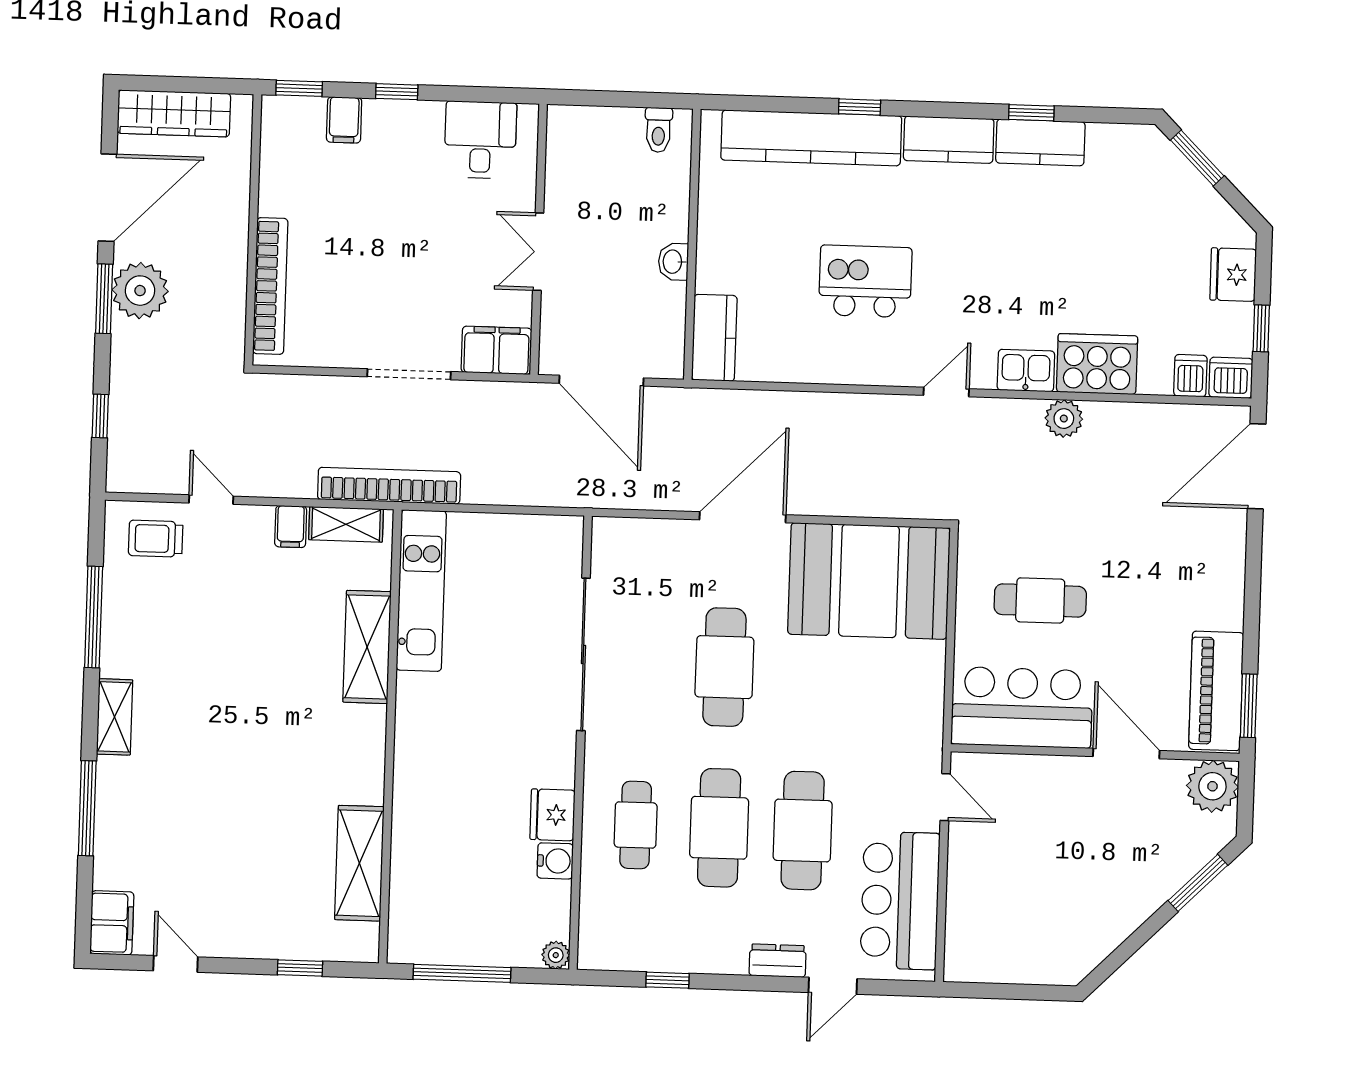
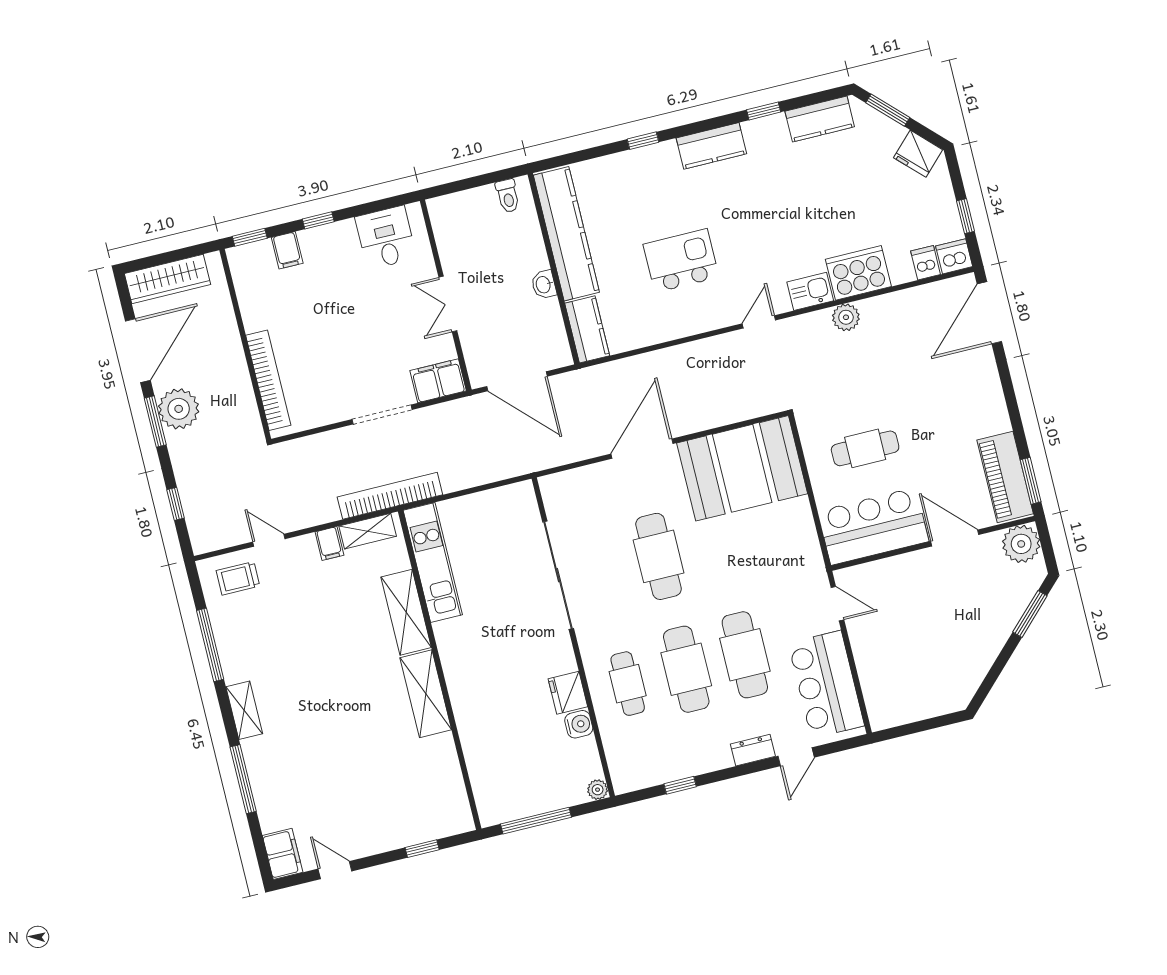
kitchen counter: (811, 138) -> (566, 234), moved, turned -90
kitchen counter: (1040, 142) -> (820, 119), moved
fridge: (1233, 275) -> (918, 154), moved, turned -45
shelving: (359, 863) -> (426, 694), moved

